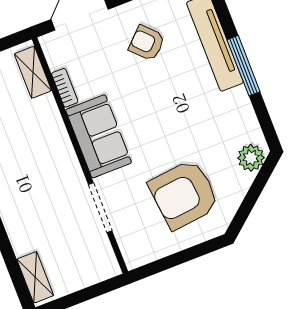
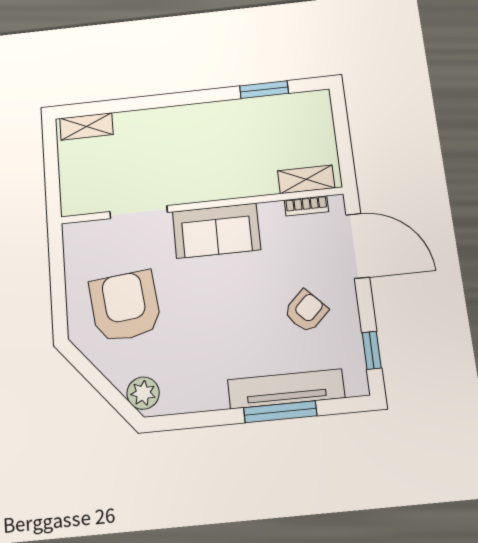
window: (244, 66) -> (280, 412), moved
bookcase: (65, 88) -> (306, 206), moved

